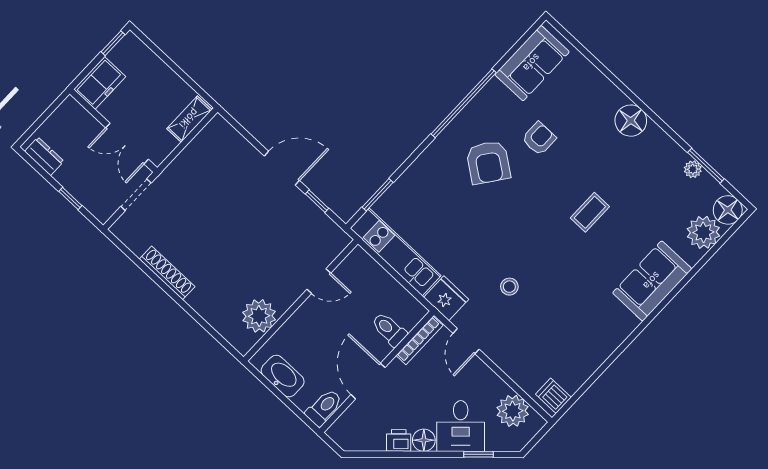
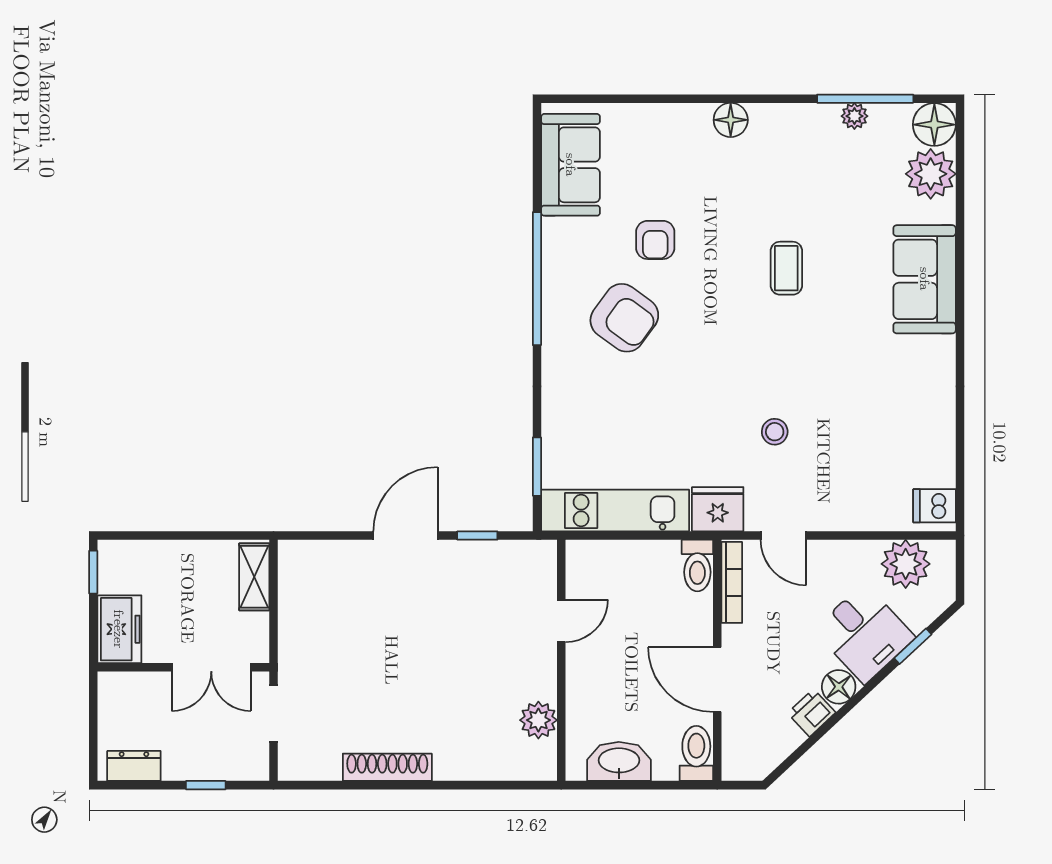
floor lamp: (631, 121) -> (731, 120), width x0.73, depth x0.73
armchair: (539, 139) -> (655, 240), turned 180
window: (706, 166) -> (865, 99), width x1.44
plant: (259, 316) -> (538, 720), width x0.73, depth x0.73
toilet: (389, 329) -> (697, 566), moved, turned -90

